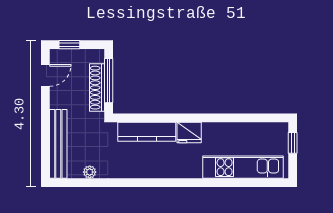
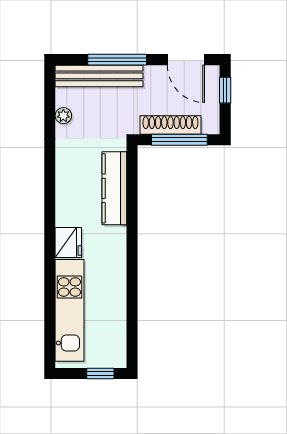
door: (45, 75) -> (186, 60), width x1.38
window: (45, 130) -> (117, 60), added
fridge: (189, 133) -> (68, 243), moved, turned 180

